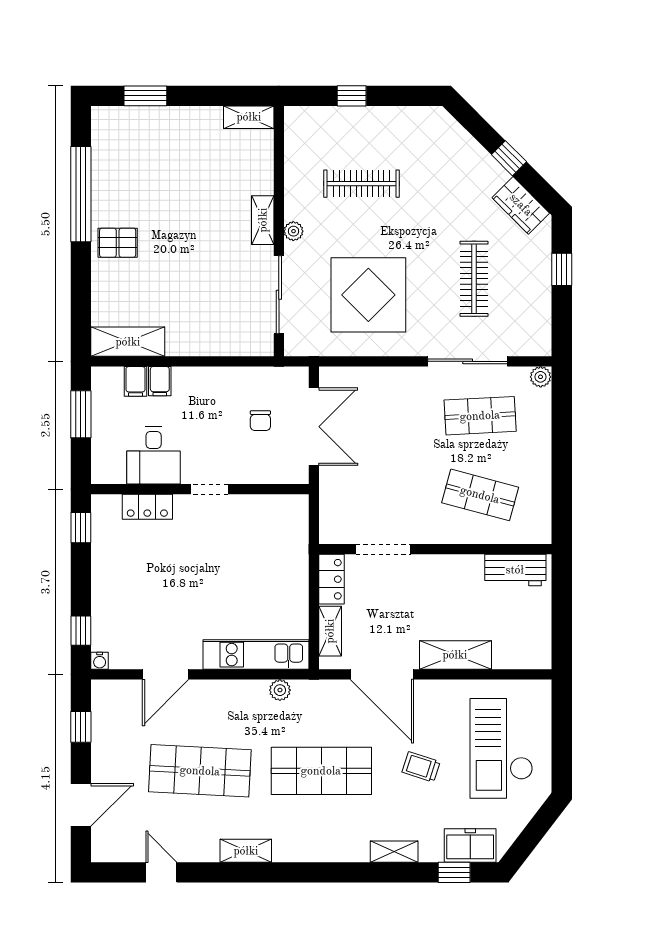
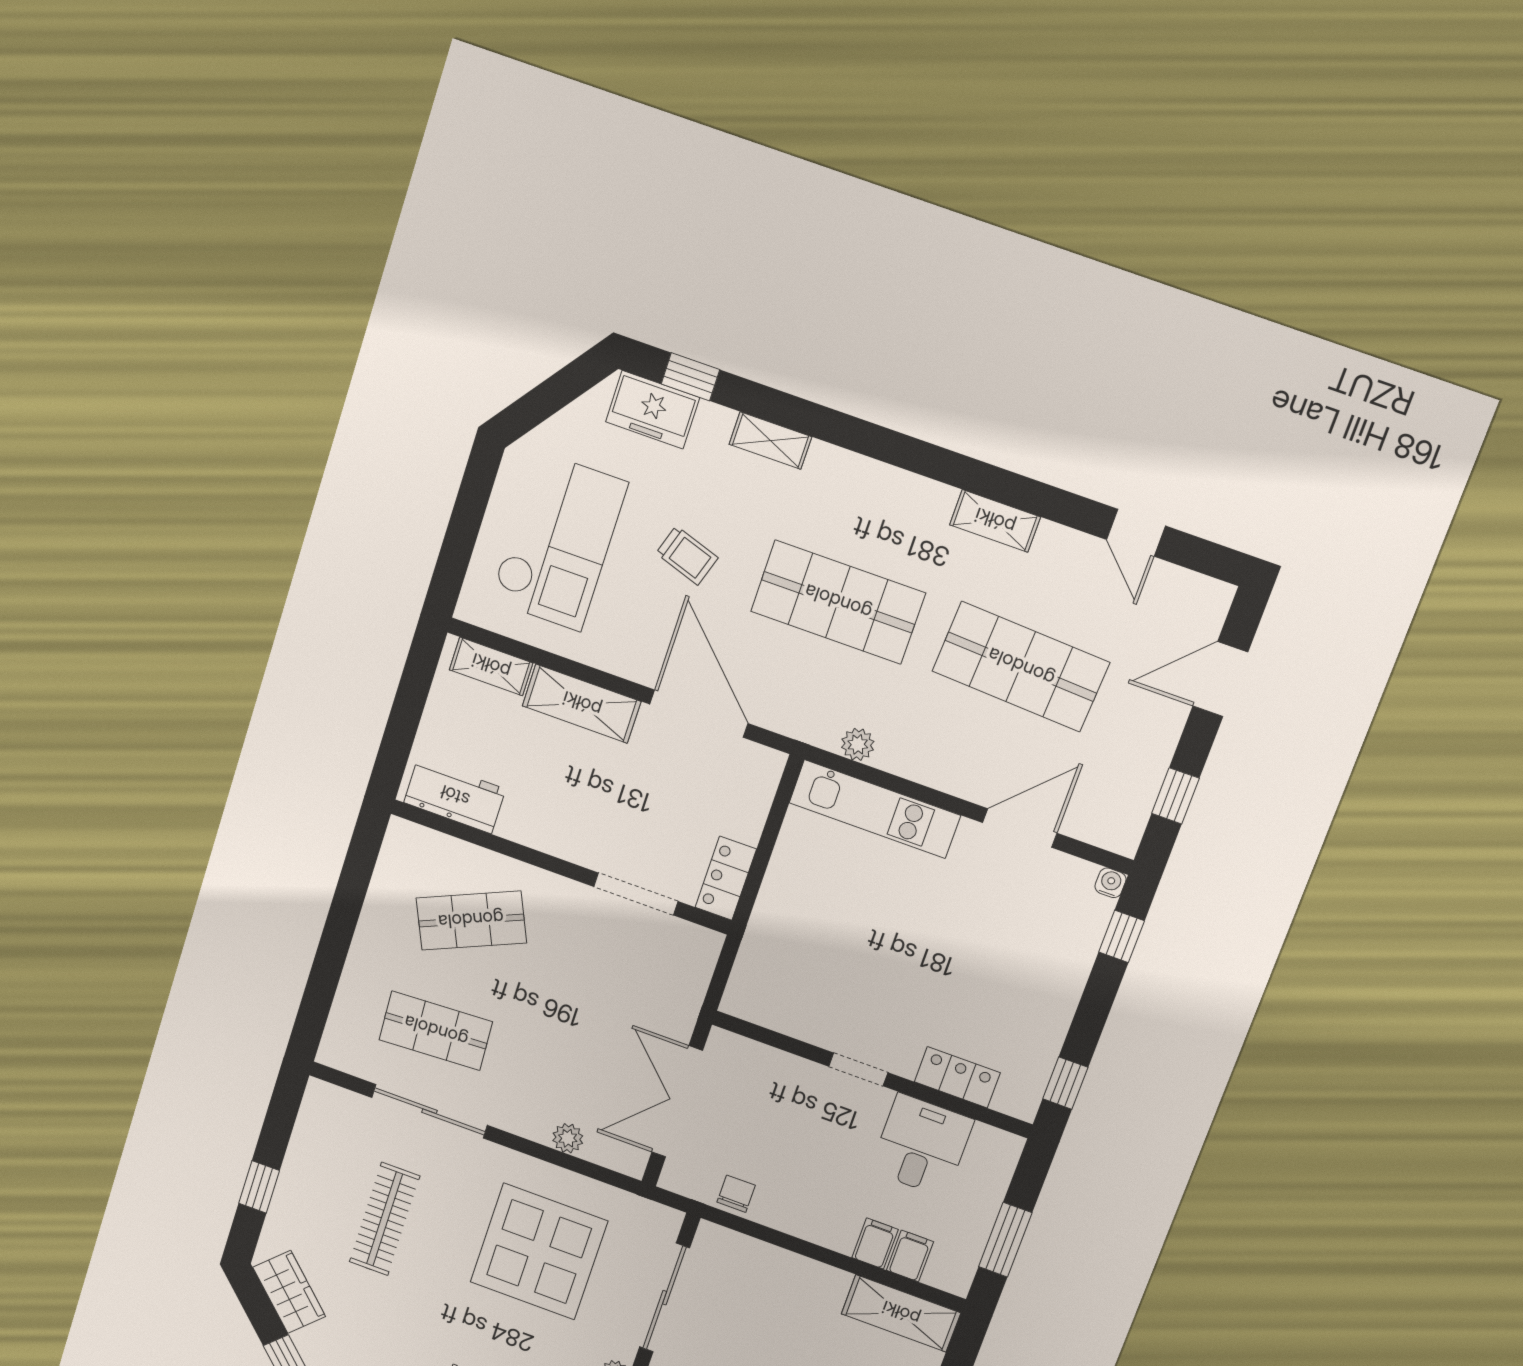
plant: (541, 377) -> (568, 1138), moved
chair: (260, 421) -> (736, 1194), moved
shop shelf: (480, 495) -> (471, 920), turned -39
shelving: (330, 631) -> (491, 666), moved, turned 90

